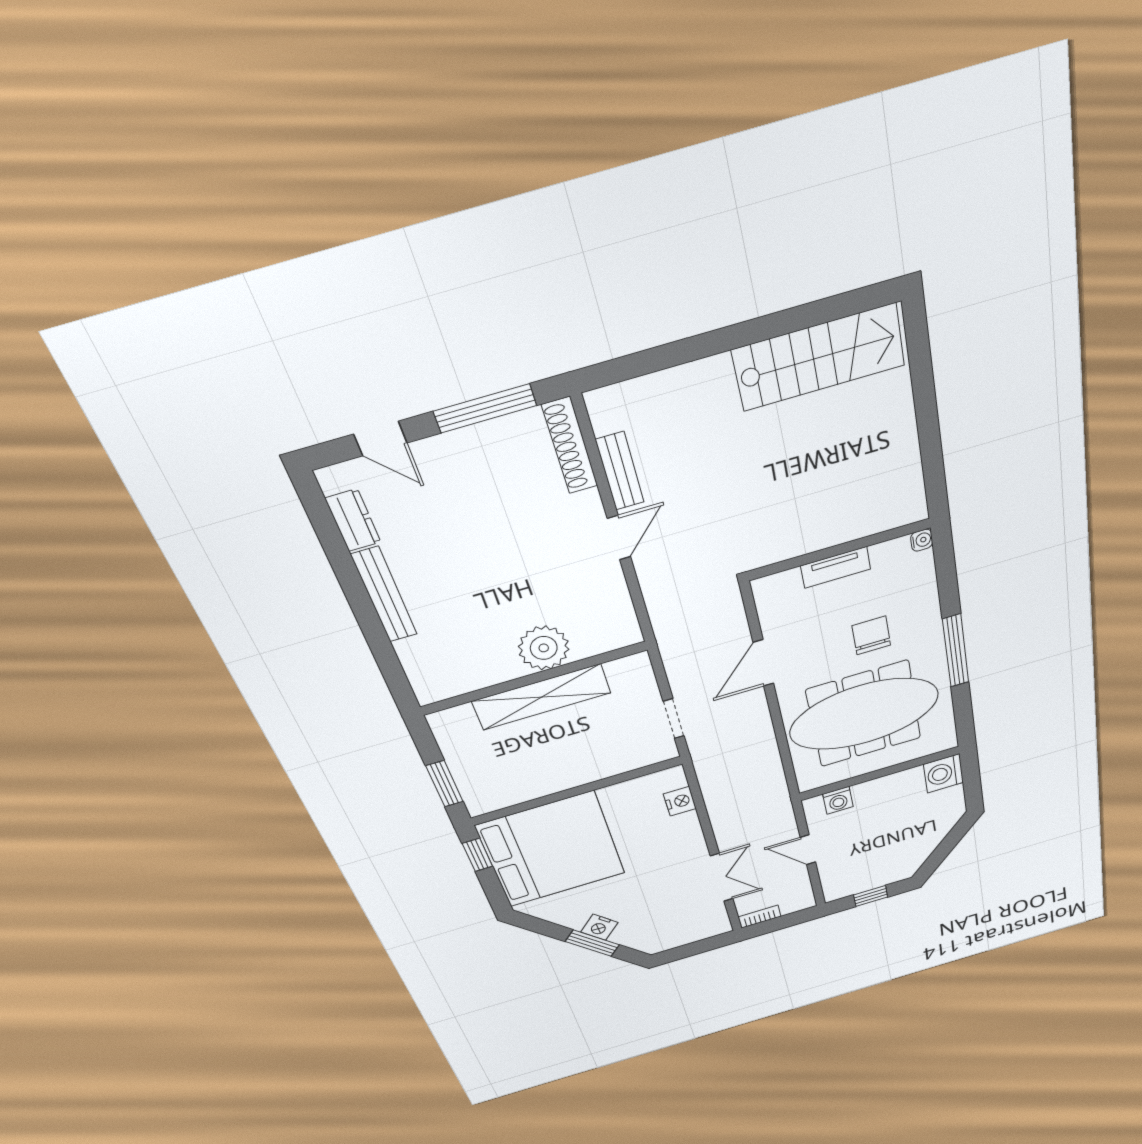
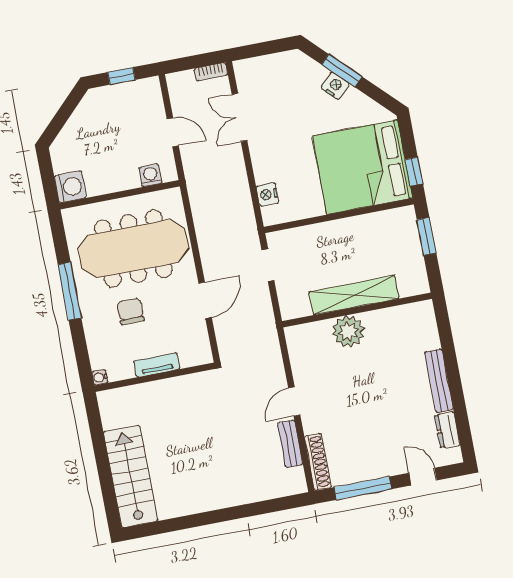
stairs: (819, 357) -> (131, 476), moved, turned 90
chair: (871, 635) -> (131, 311), turned 180

